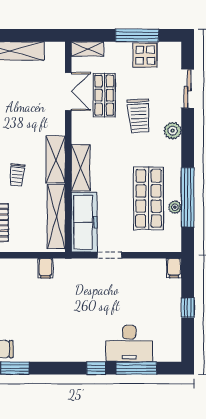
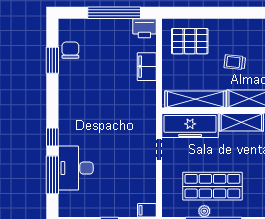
filing cabinet: (45, 268) -> (147, 67), moved, width x2.00

